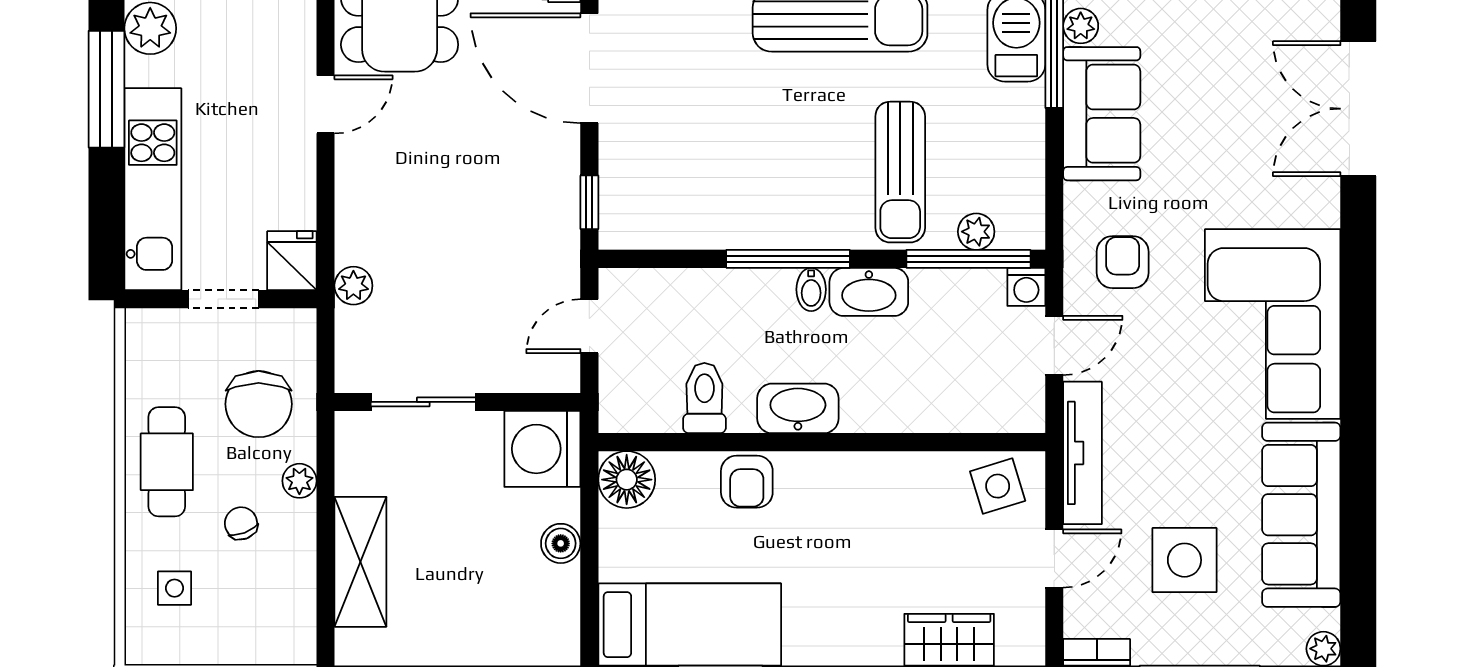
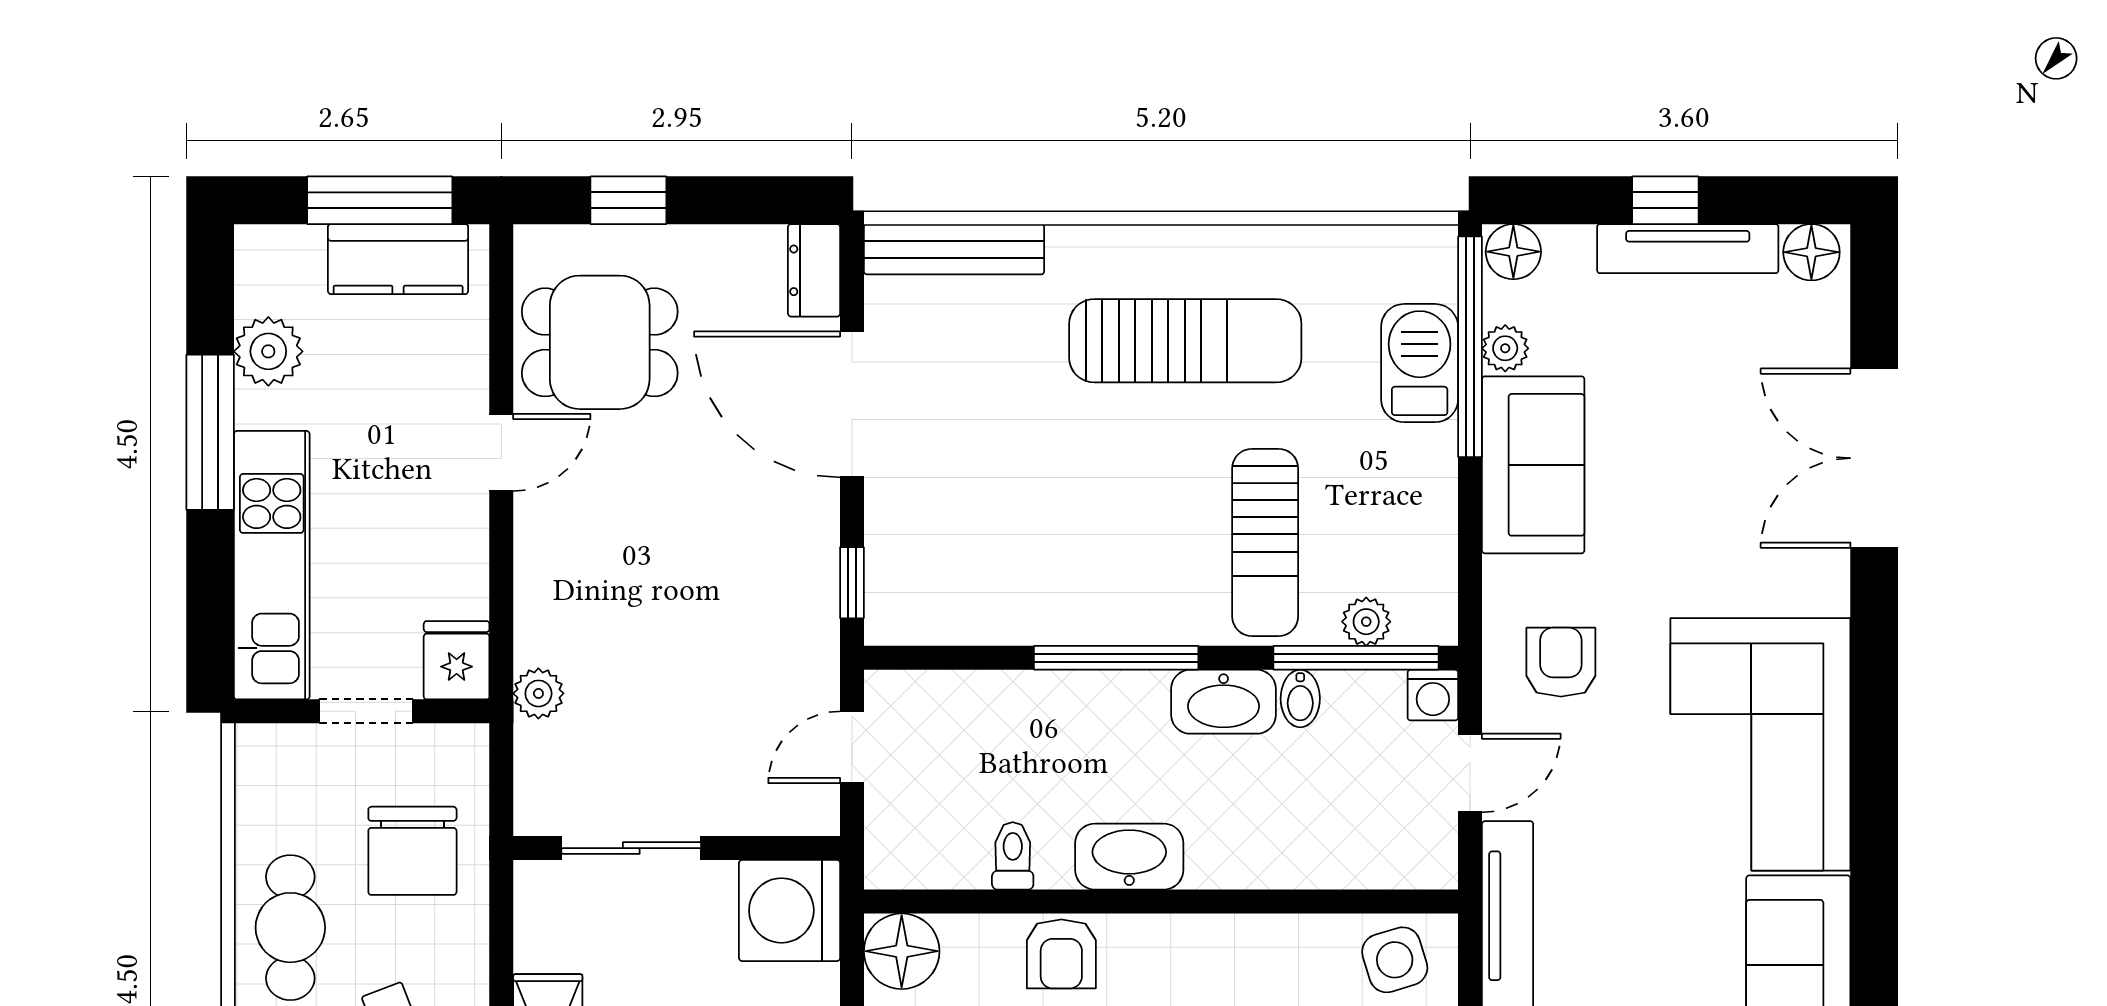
bidet: (811, 289) -> (1300, 699), moved
toilet: (704, 398) -> (1013, 856), width x0.73, depth x0.72
plant: (299, 481) -> (467, 953), removed

